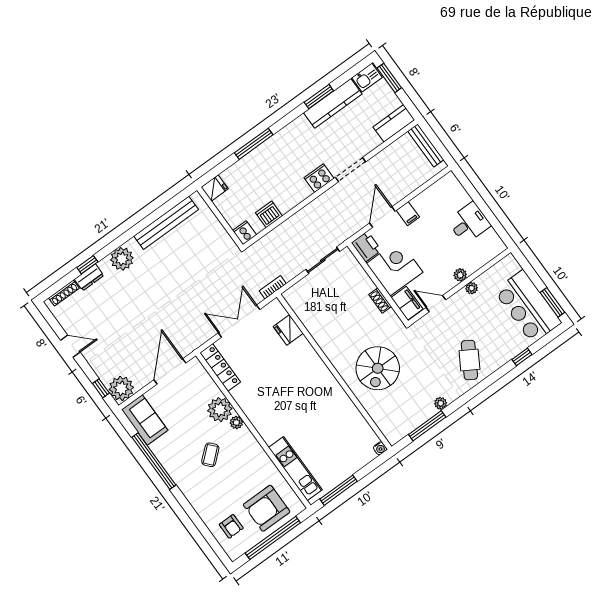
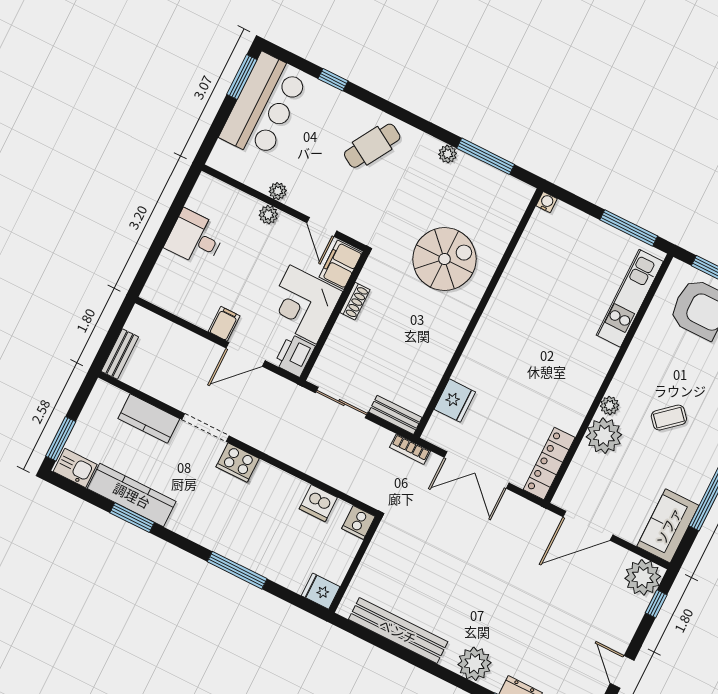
kitchen counter: (394, 123) -> (149, 419), moved
bench: (426, 145) -> (120, 354), width x0.73
bench: (298, 289) -> (395, 415), added

